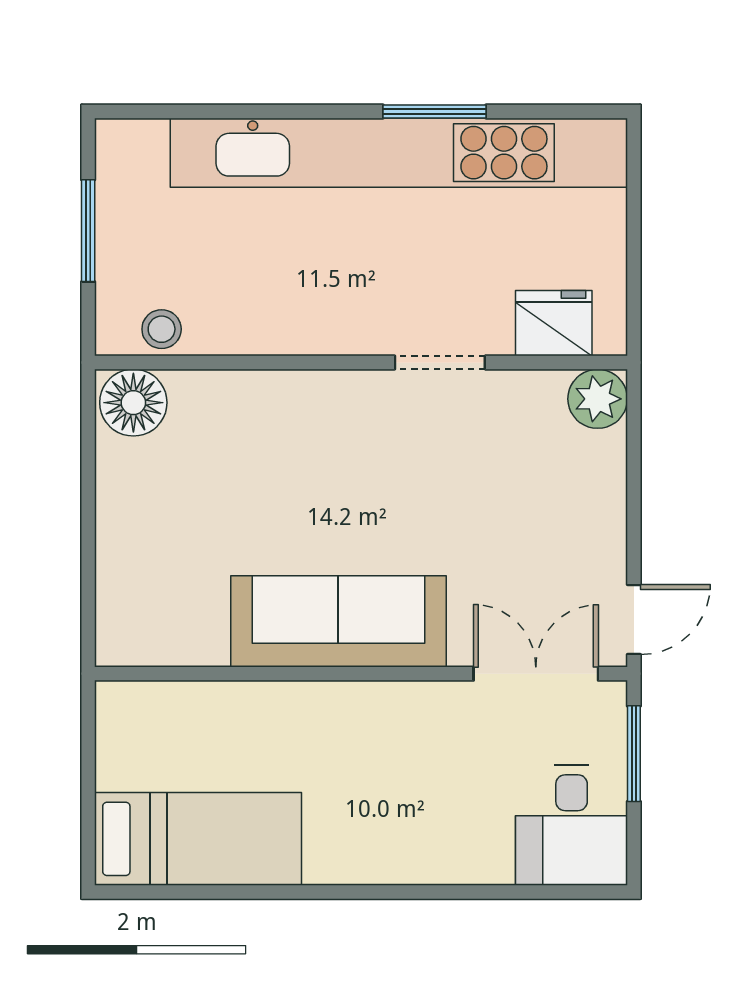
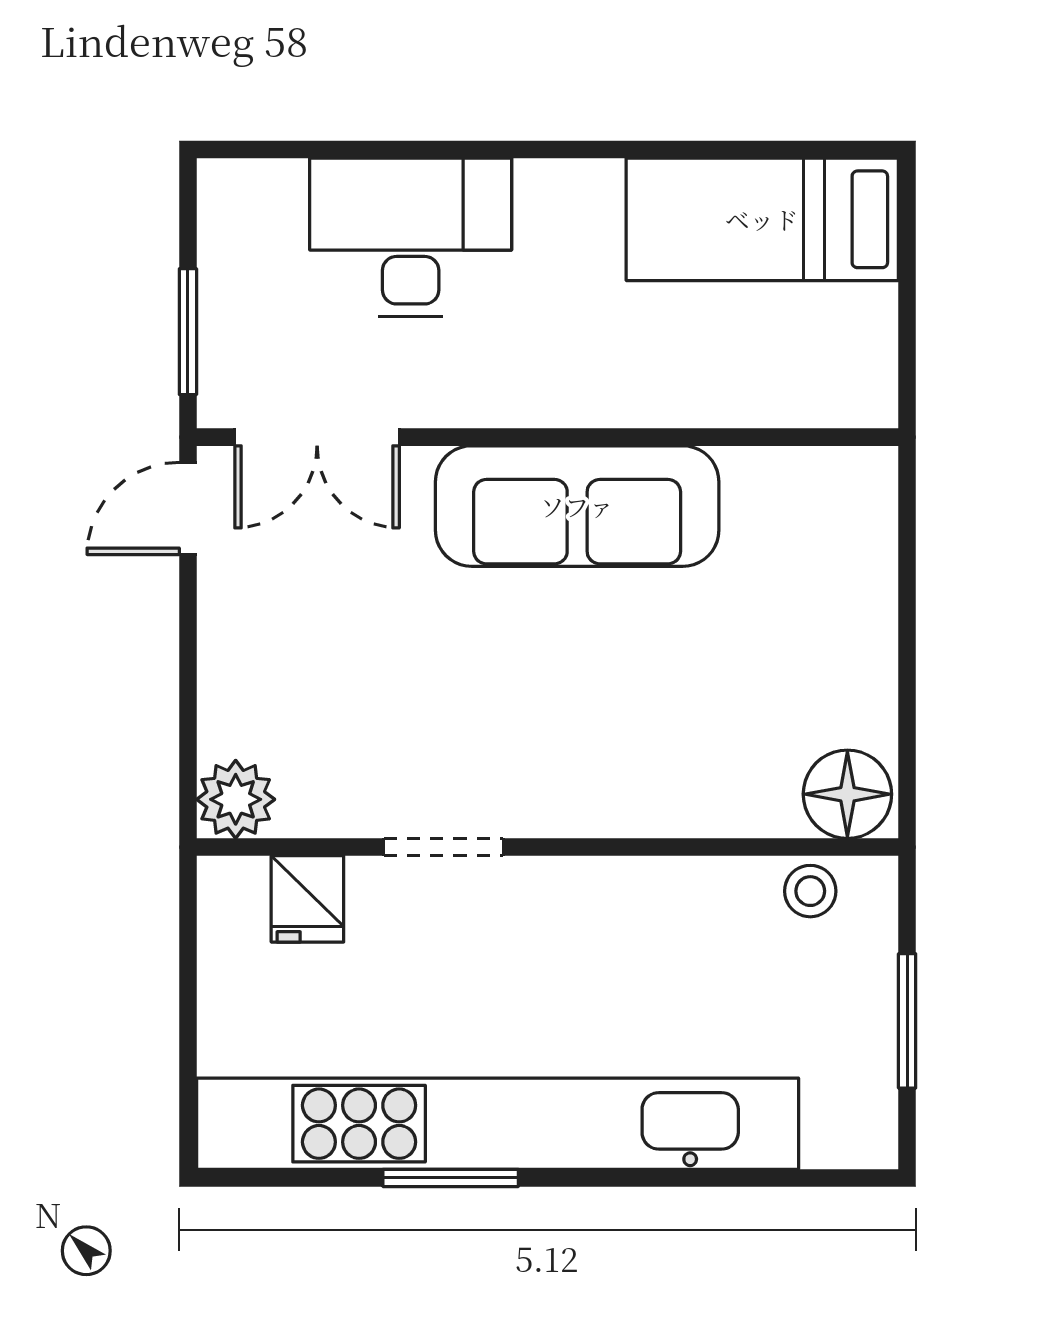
fridge: (554, 323) -> (307, 899), width x0.72
desk: (572, 825) -> (411, 237), moved, width x1.37

